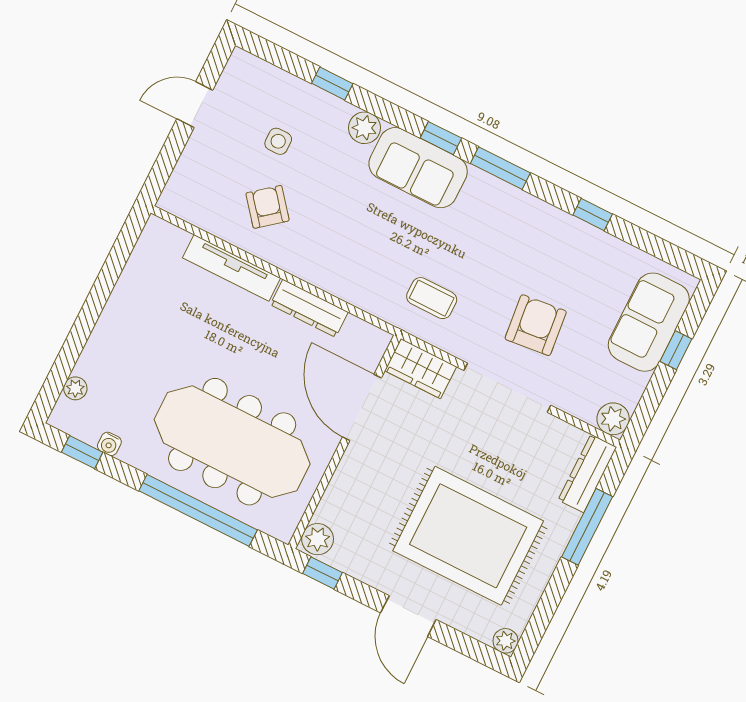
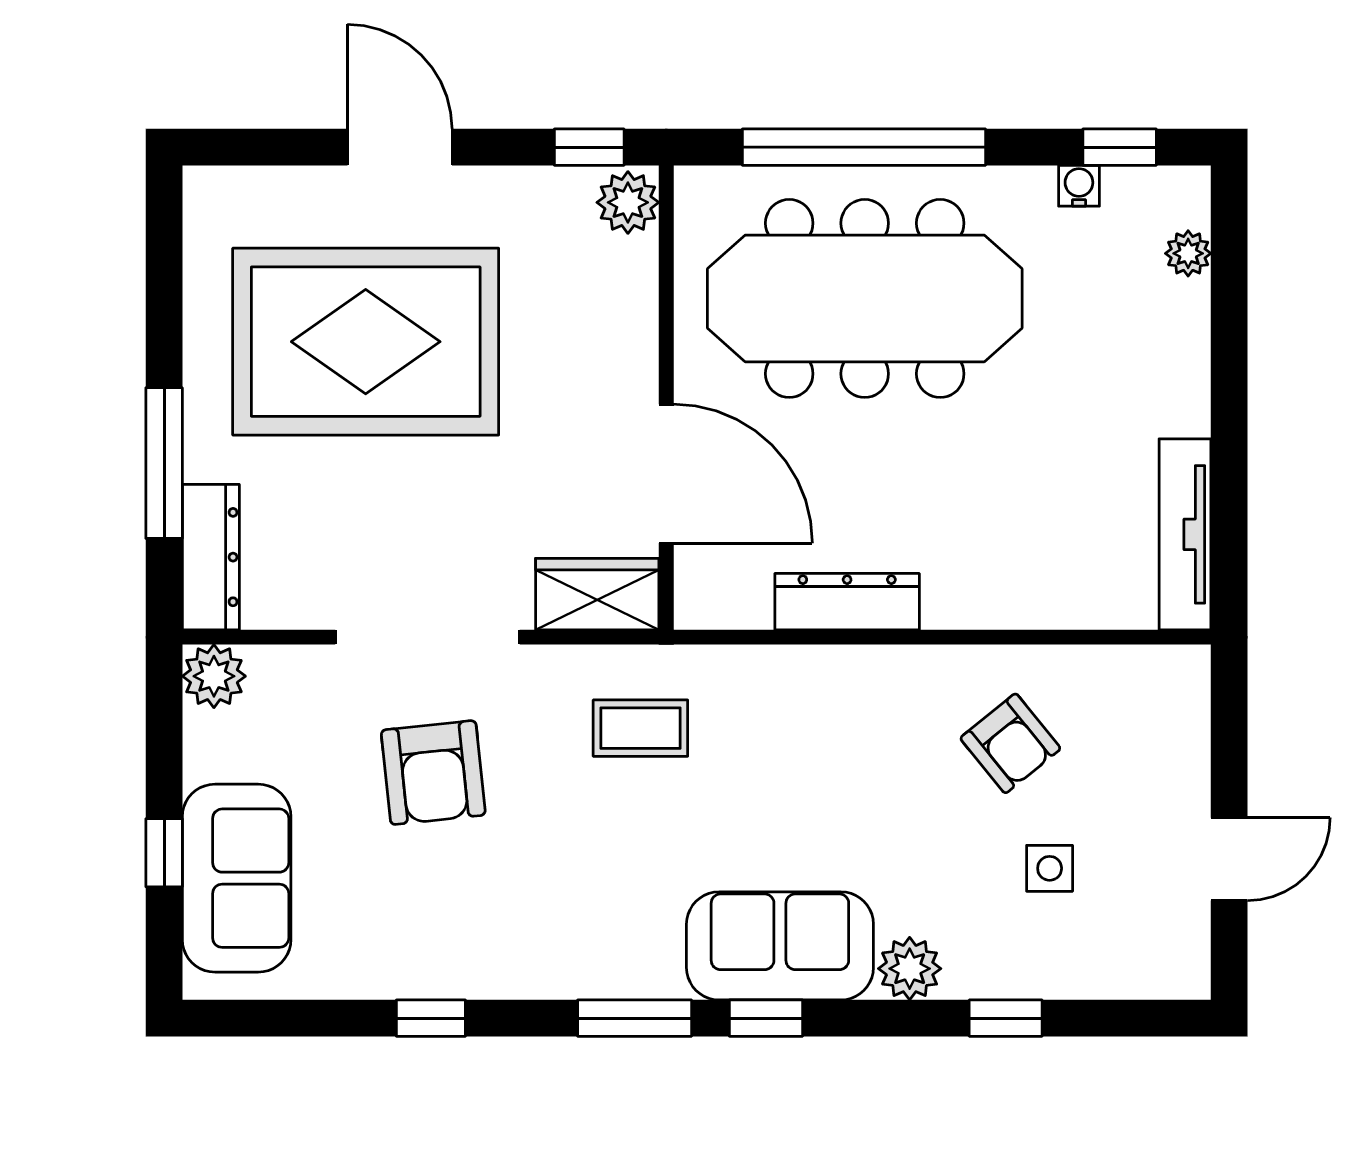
tv unit: (232, 268) -> (1185, 534), moved, turned -90
plant: (505, 641) -> (207, 190), removed

